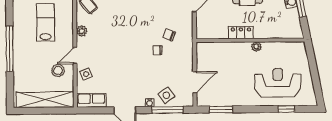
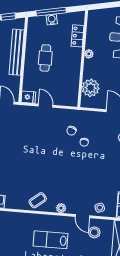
locker: (241, 33) -> (78, 36), moved
plant: (219, 52) -> (91, 88), added

